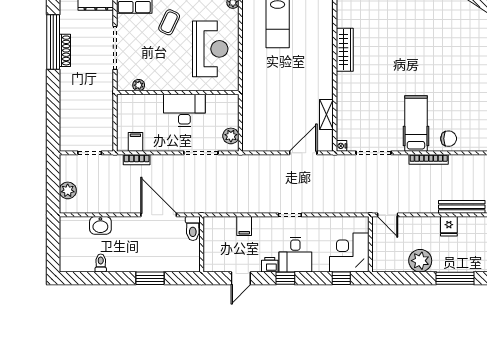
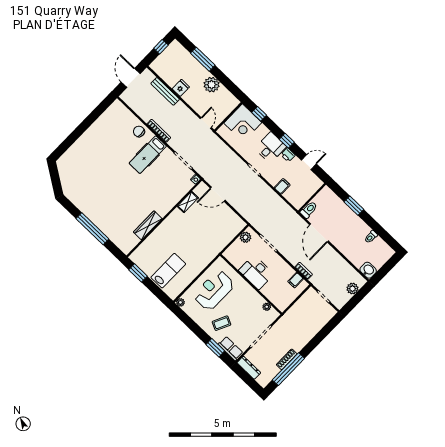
washbasin: (100, 225) -> (368, 270), moved

